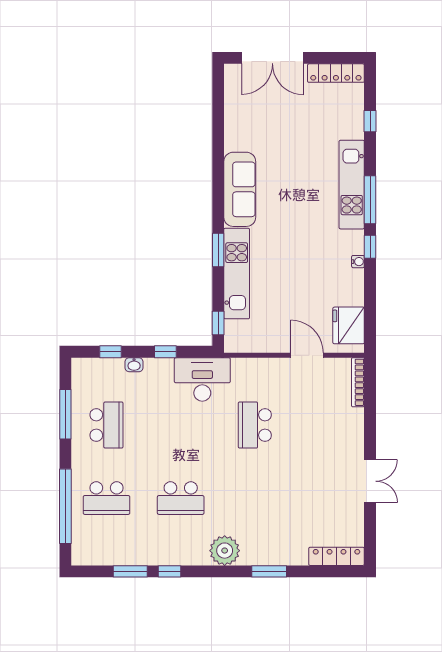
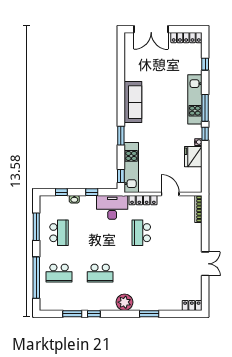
kitchen unit: (237, 274) -> (131, 168), moved
fridge: (349, 325) -> (193, 157), moved
locker: (258, 366) -> (143, 200), added
locker: (336, 556) -> (192, 305), width x0.66

